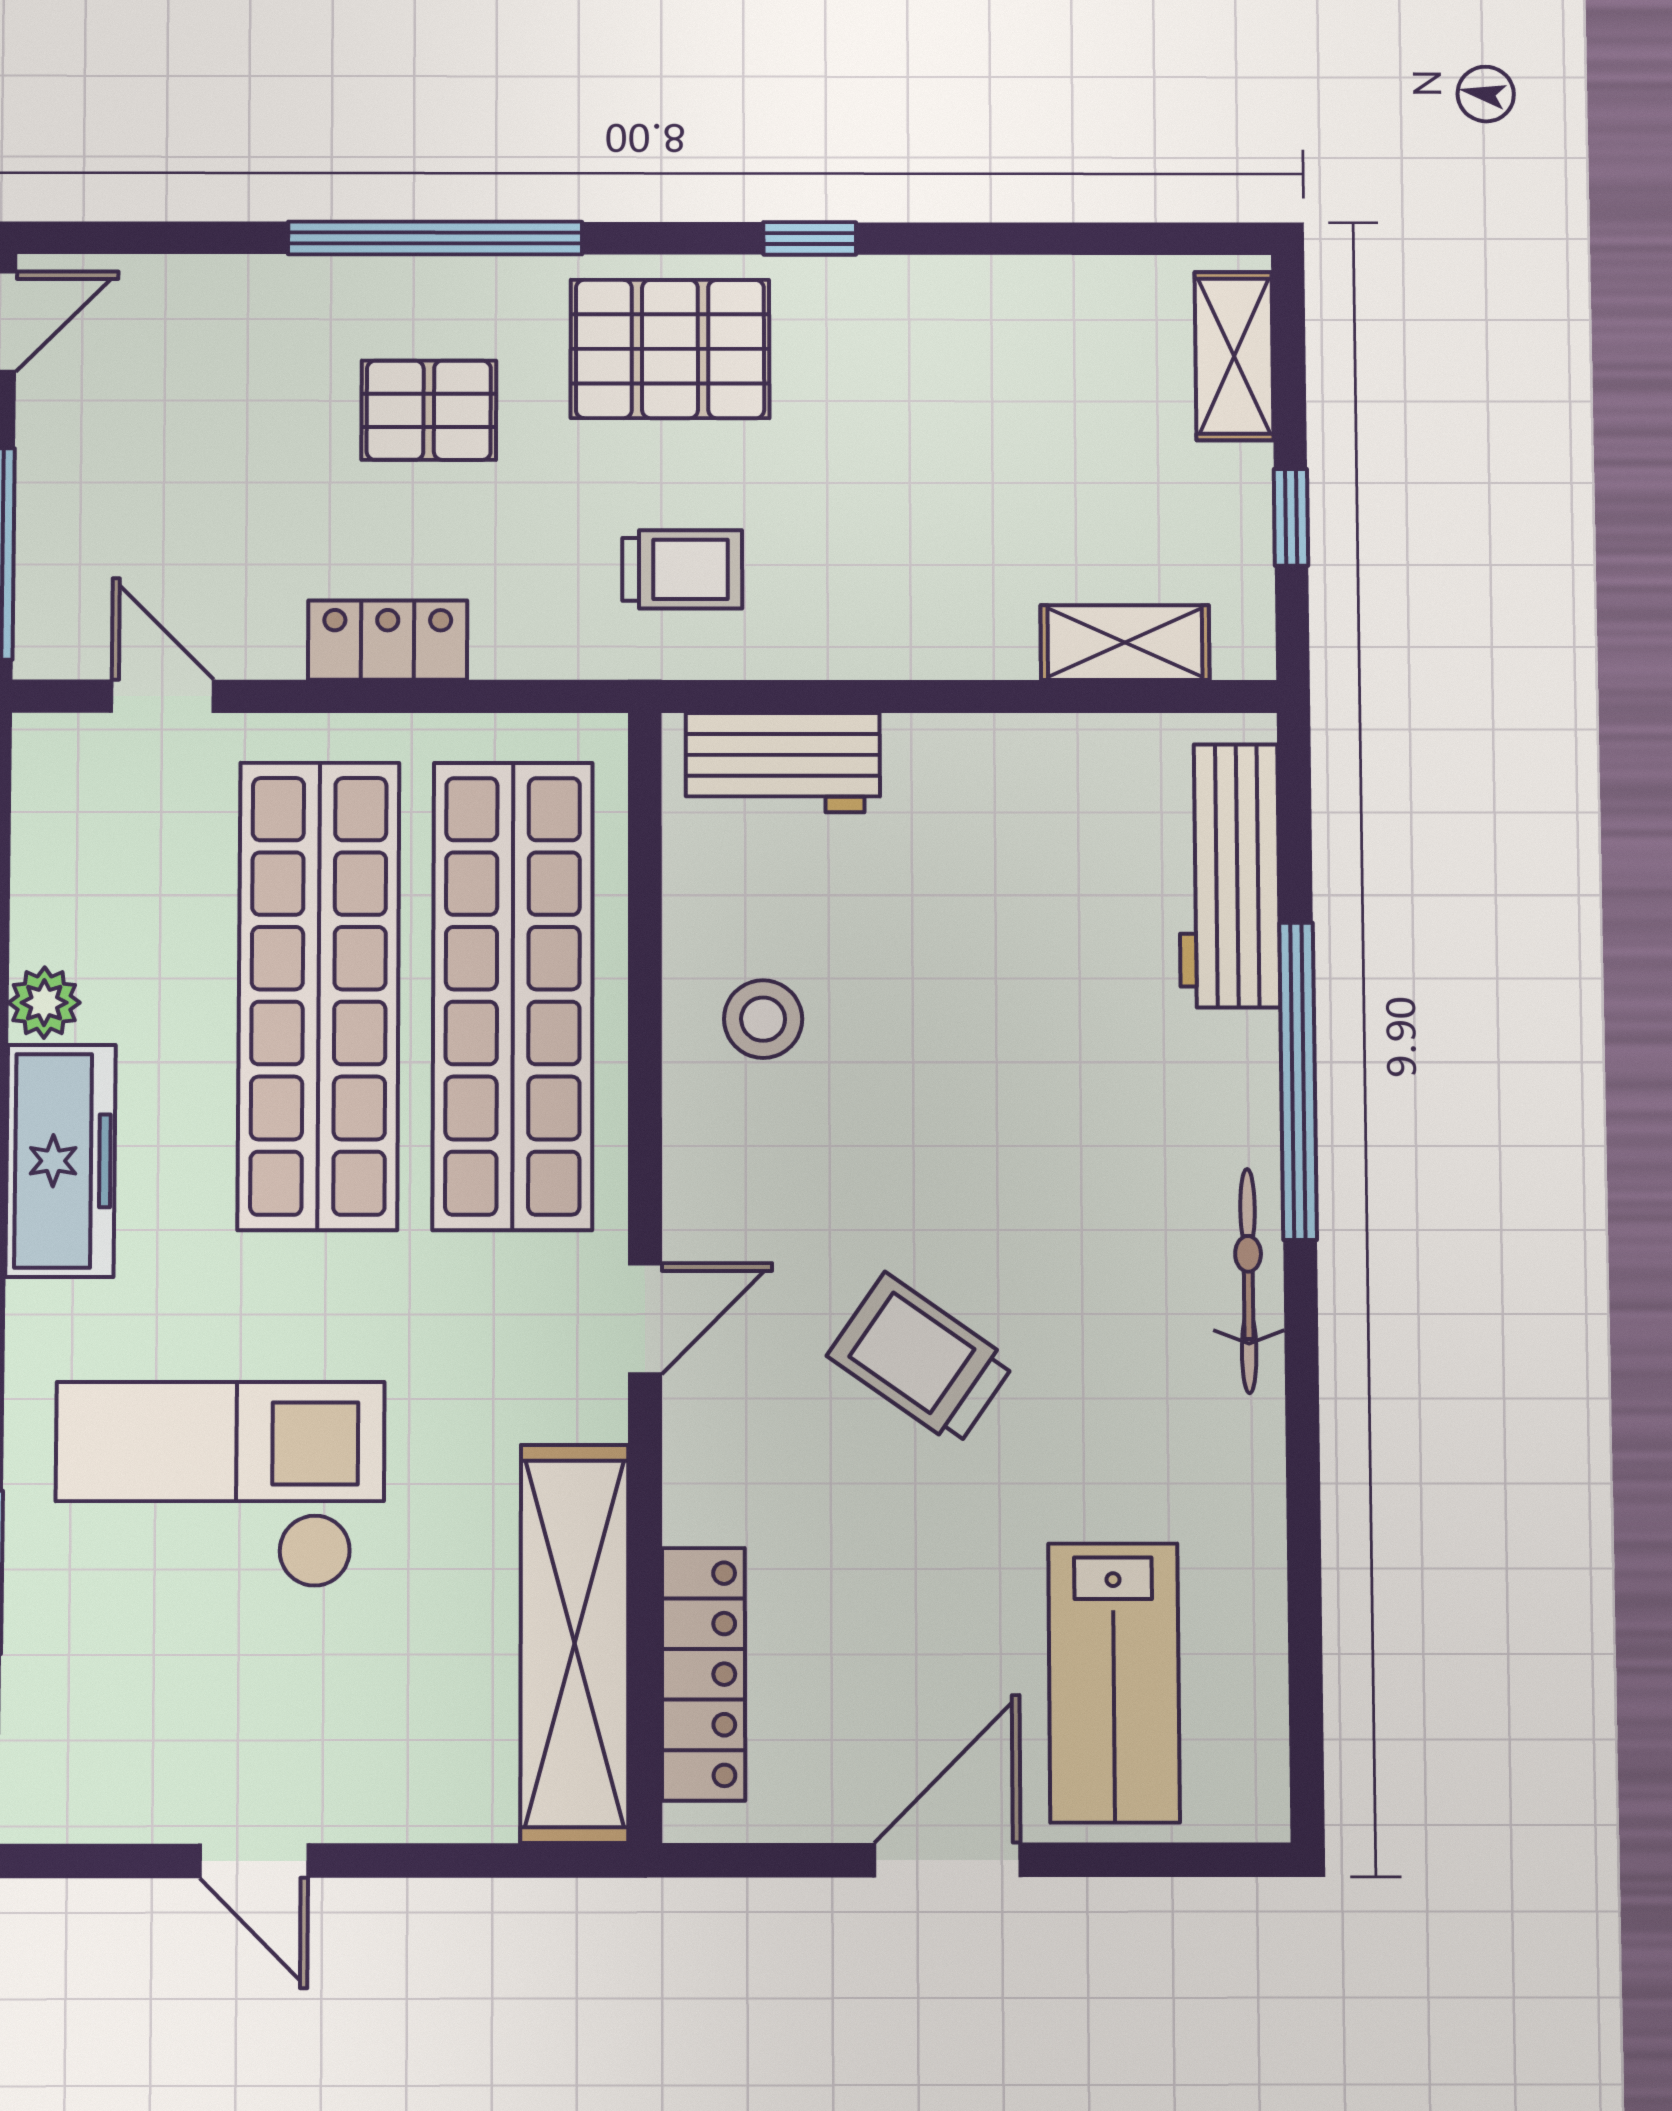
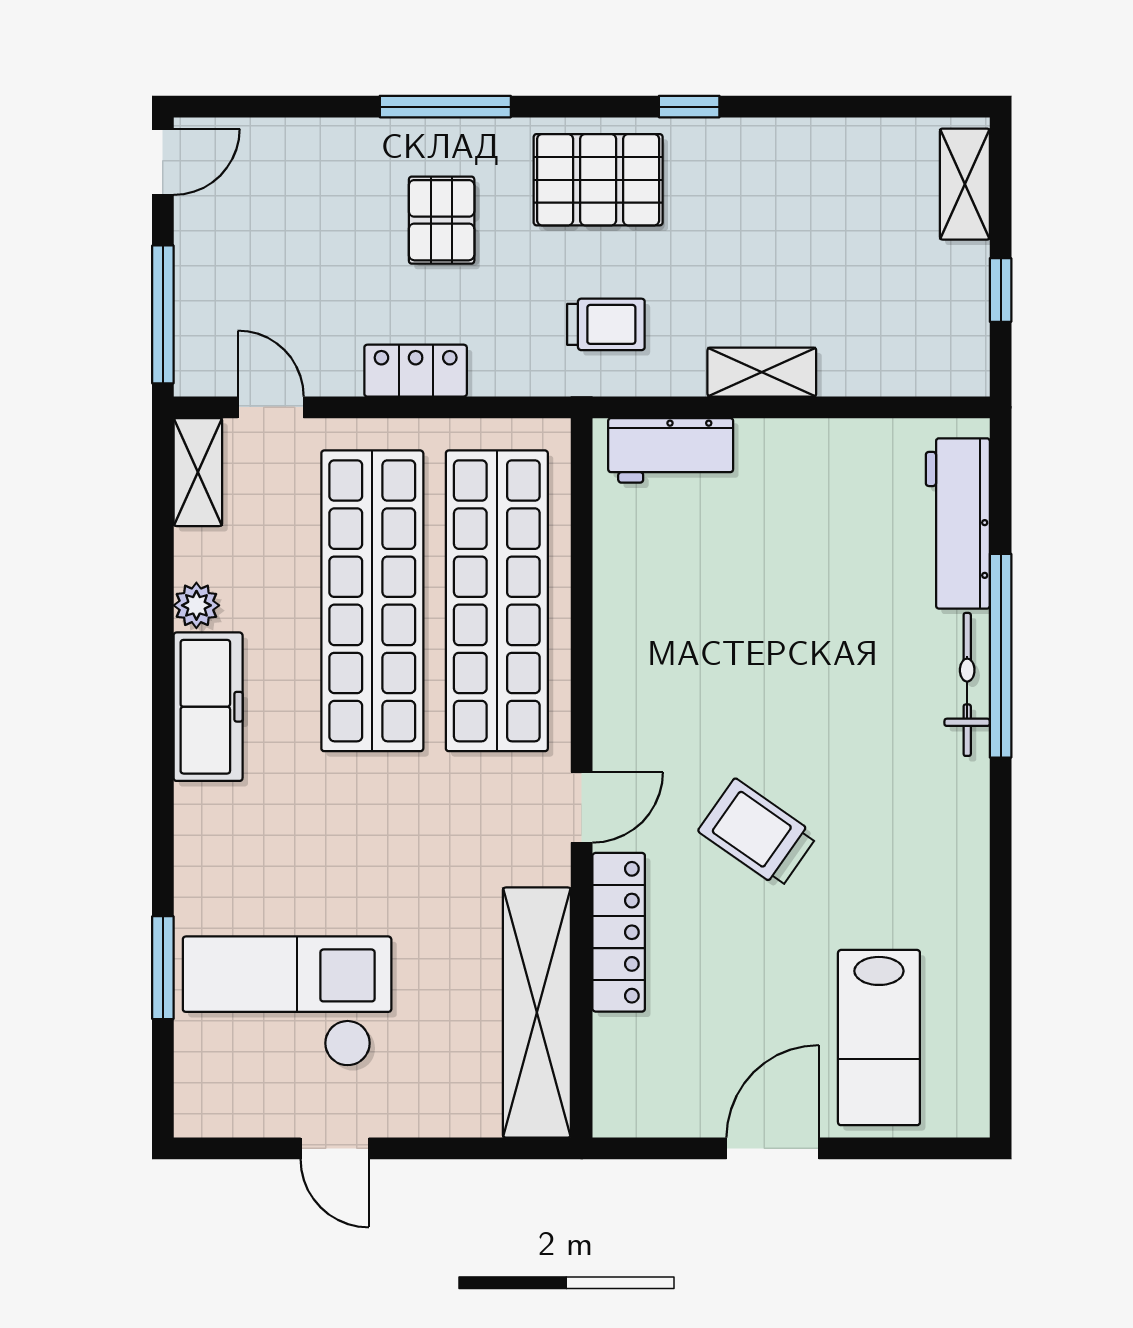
window: (435, 238) -> (445, 107), width x0.68
pallet: (429, 410) -> (442, 220), turned 90
shelving: (1125, 643) -> (762, 372), moved
shelving: (49, 796) -> (198, 472), added
stool: (763, 1019) -> (657, 616), removed
bicycle: (1248, 1281) -> (967, 684), moved
checkout: (220, 1485) -> (287, 1001), moved
locker: (704, 1674) -> (619, 932), moved

